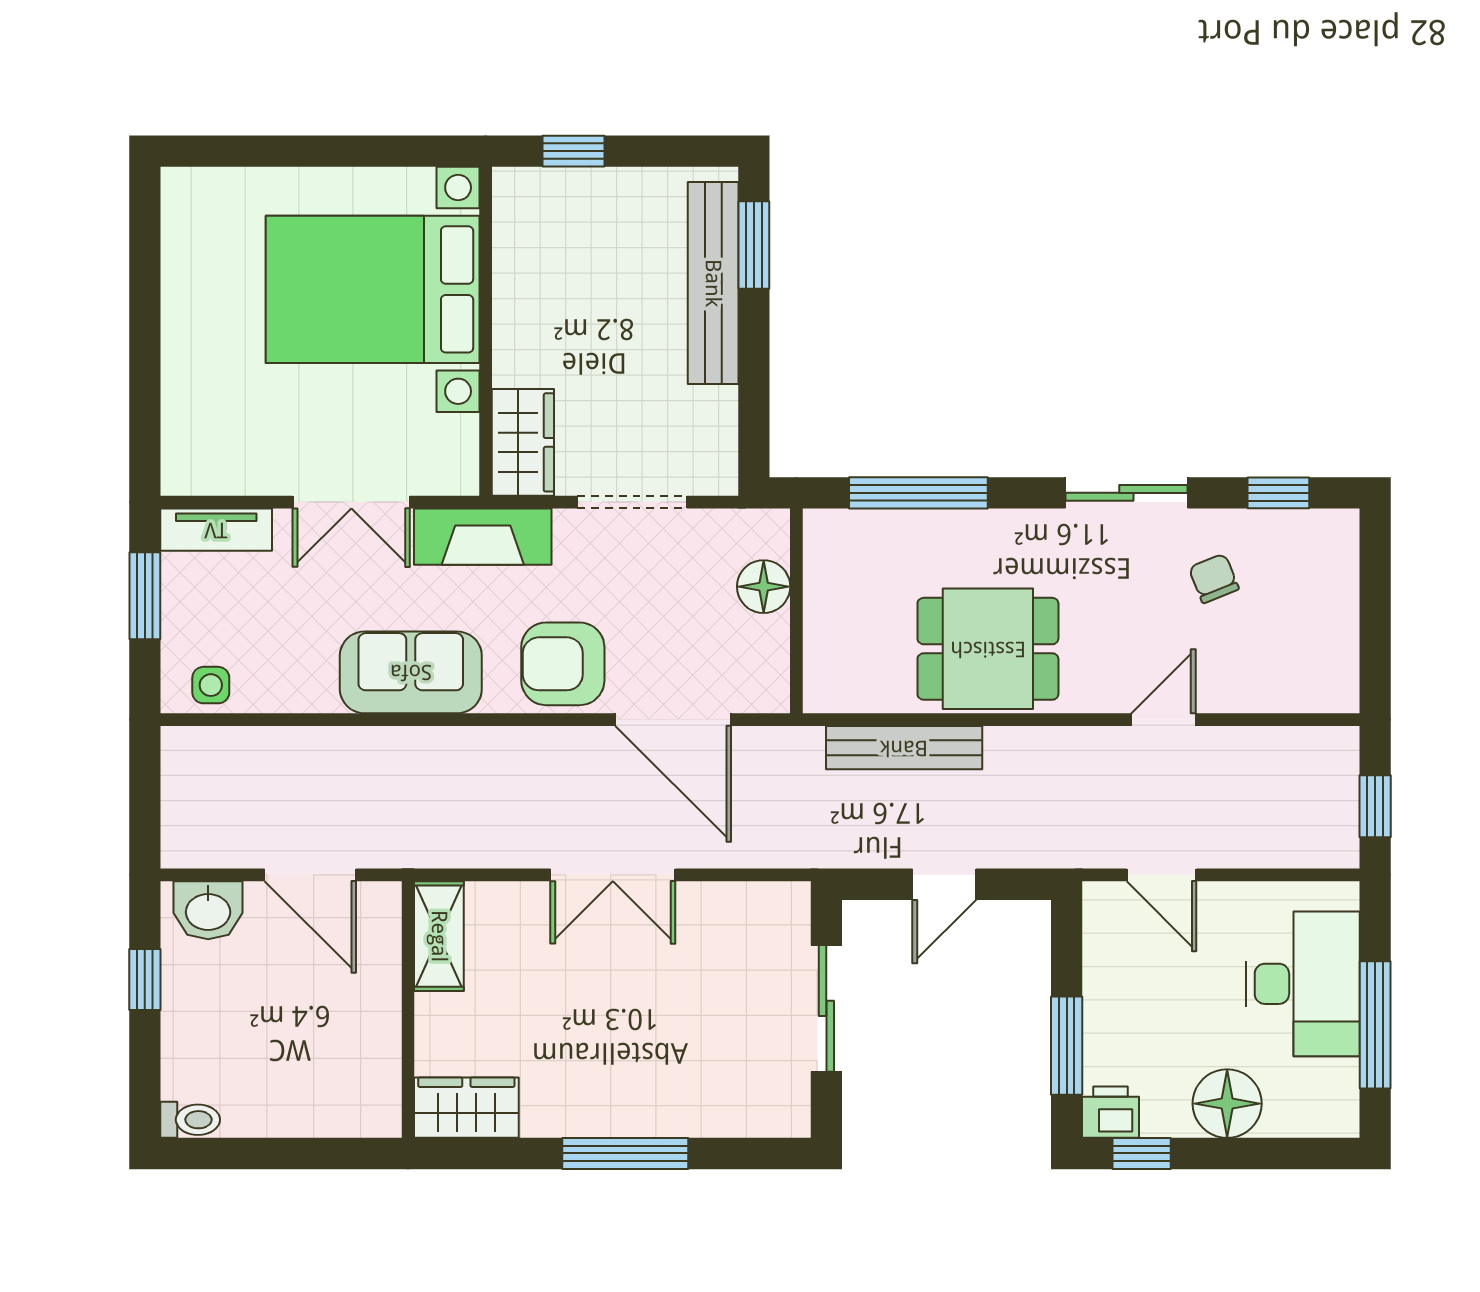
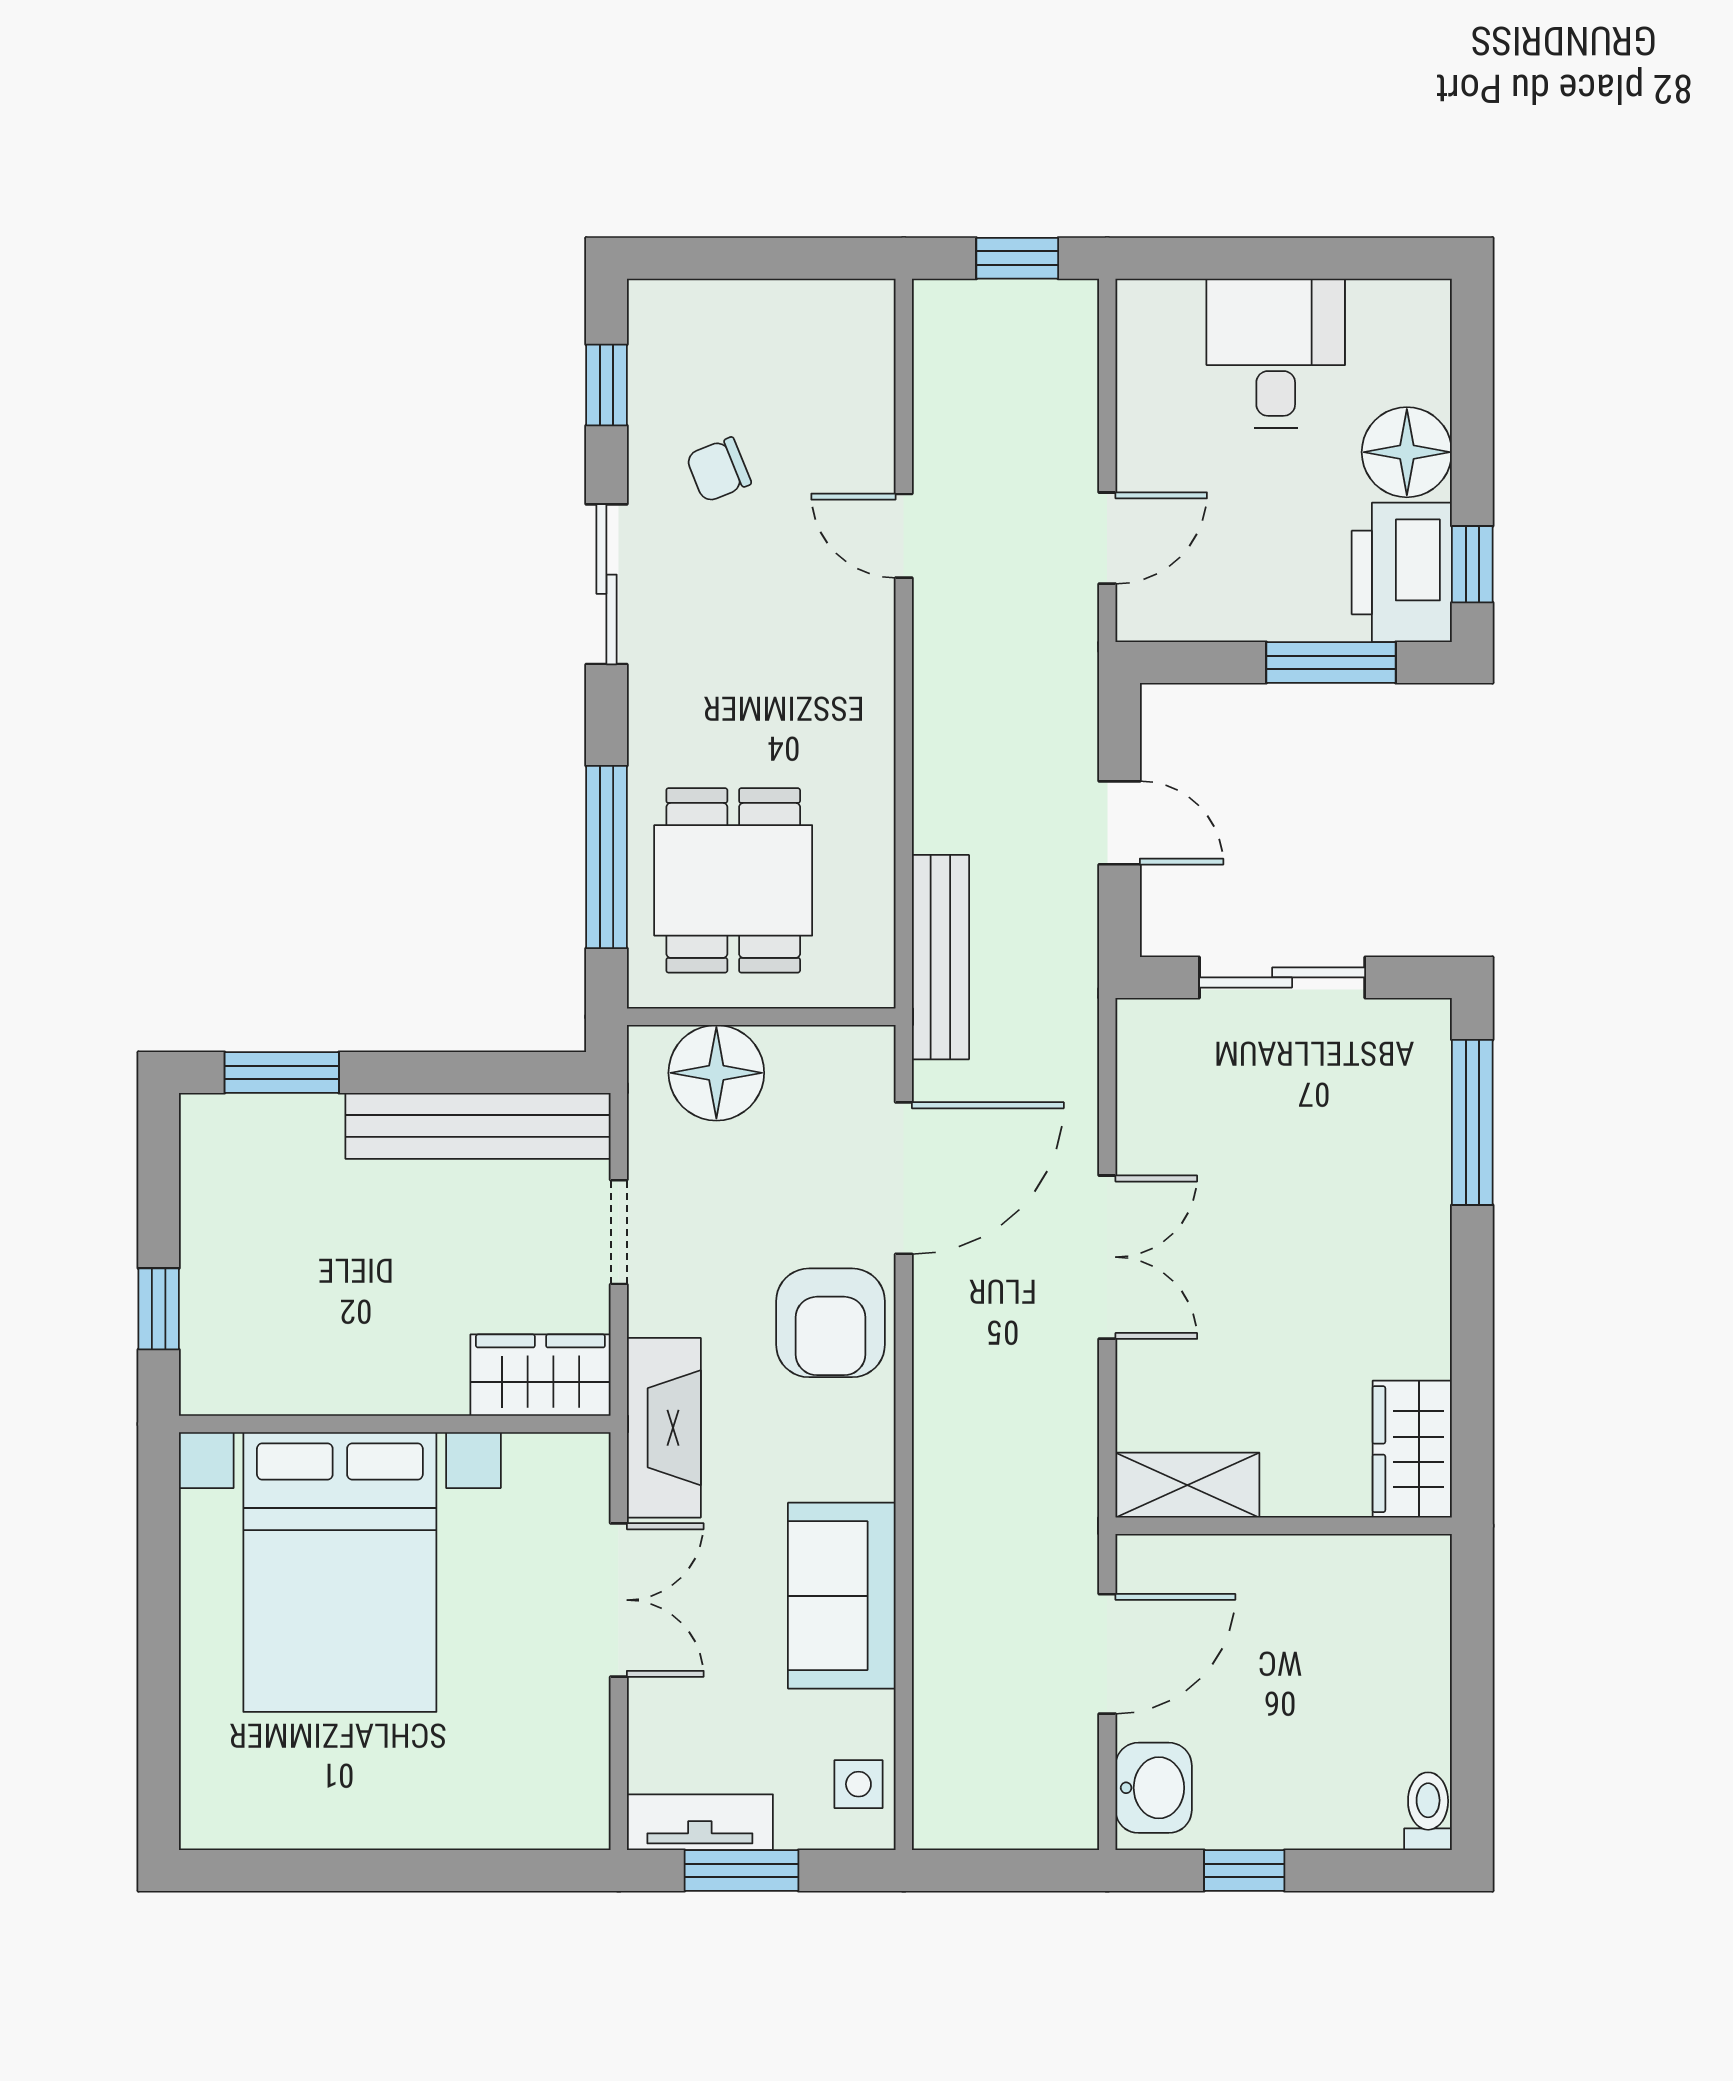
bench: (713, 283) -> (478, 1126), moved
doorway: (632, 502) -> (619, 1232), width x0.73
tv unit: (216, 530) -> (700, 1822), moved, turned -90
floor lamp: (764, 587) -> (716, 1073), width x1.38, depth x1.38
dining table: (988, 649) -> (733, 880), moved
sofa: (411, 672) -> (842, 1596), moved
bench: (904, 748) -> (940, 957), moved
desk: (1303, 984) -> (1276, 353), width x0.73
window: (1375, 1025) -> (1304, 258), removed
printer: (1111, 1112) -> (1402, 572), width x1.87, depth x1.48
window: (625, 1153) -> (1472, 1122), moved

